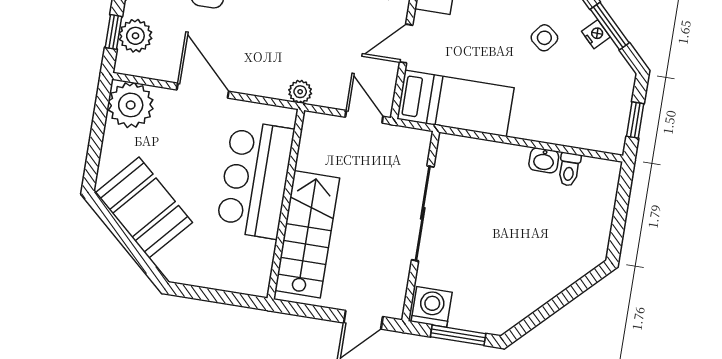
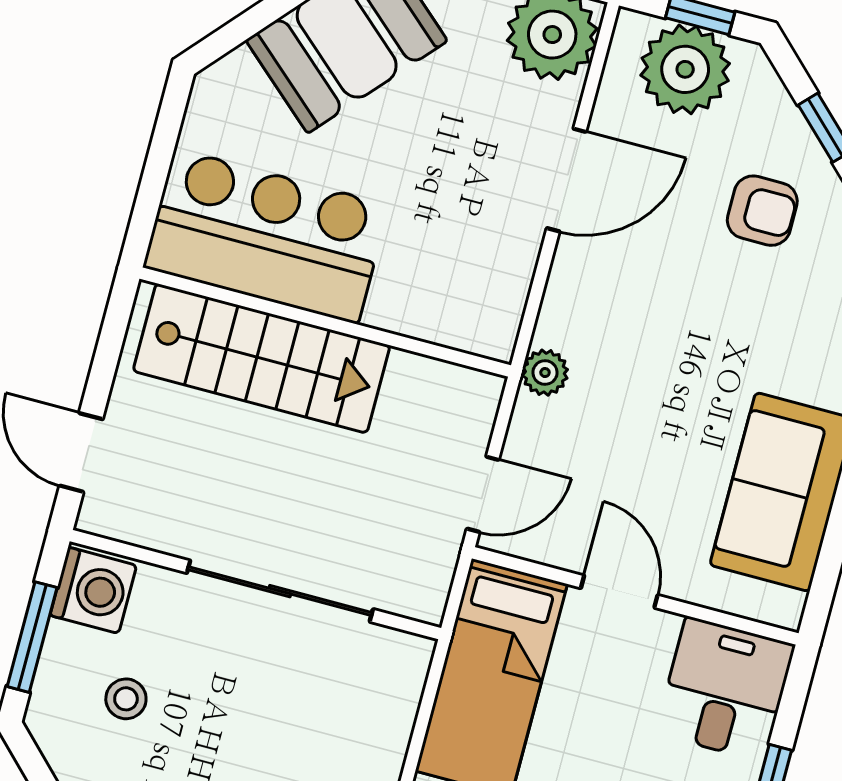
plant: (135, 36) -> (685, 69), width x1.36, depth x1.36
bar counter: (255, 179) -> (266, 236), moved
stool: (484, 285) -> (126, 699), added

